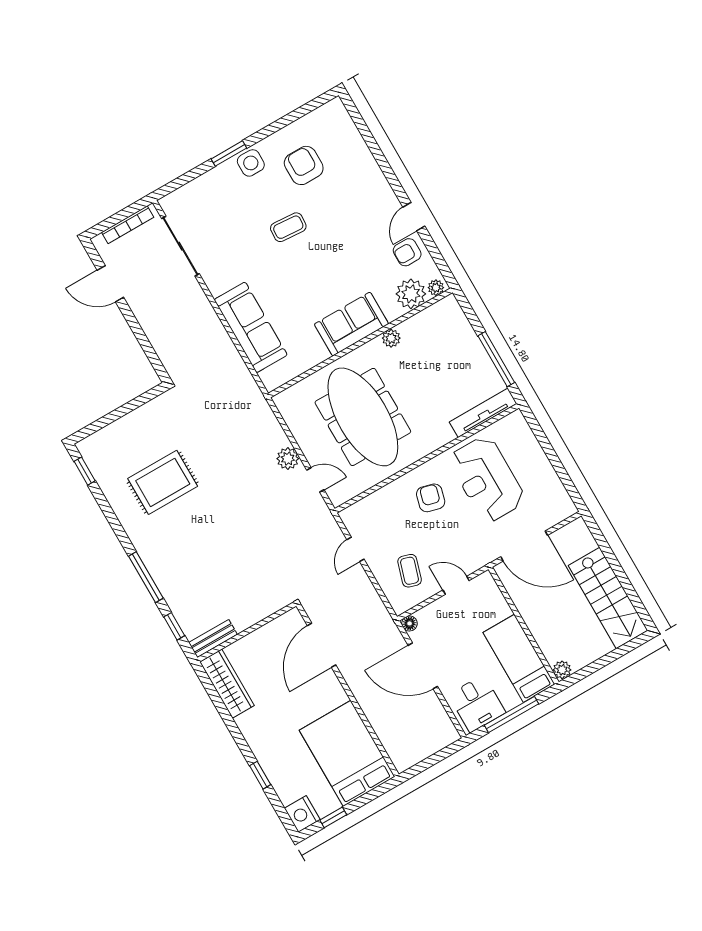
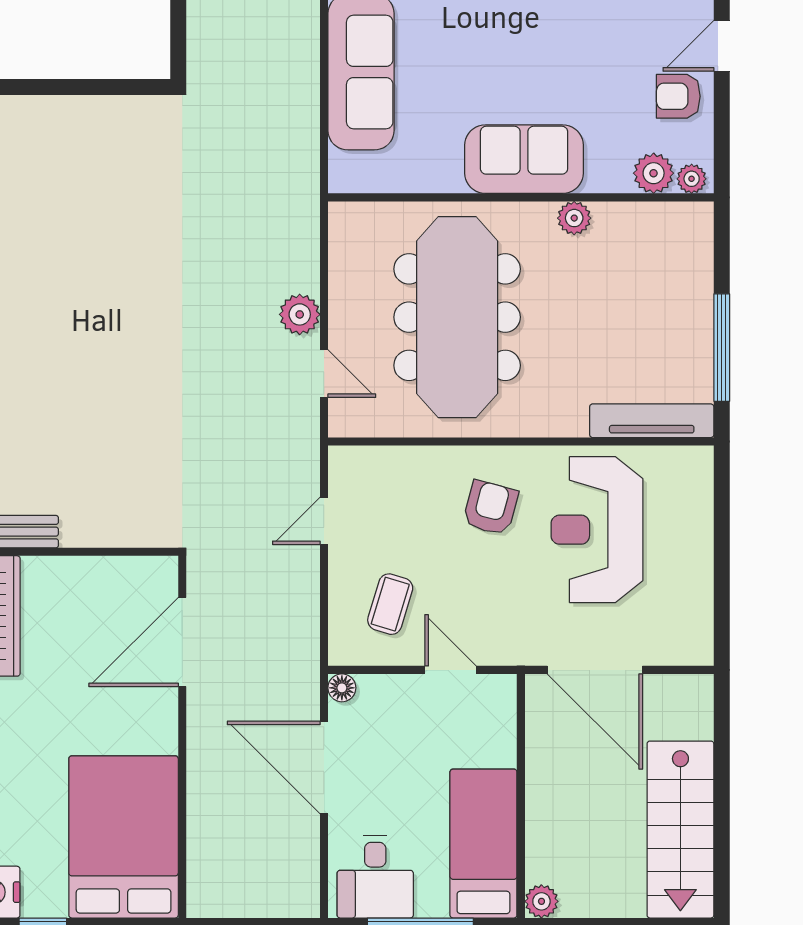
plant: (411, 294) -> (654, 173), width x0.73, depth x0.73
rug: (163, 482) -> (79, 238), removed

